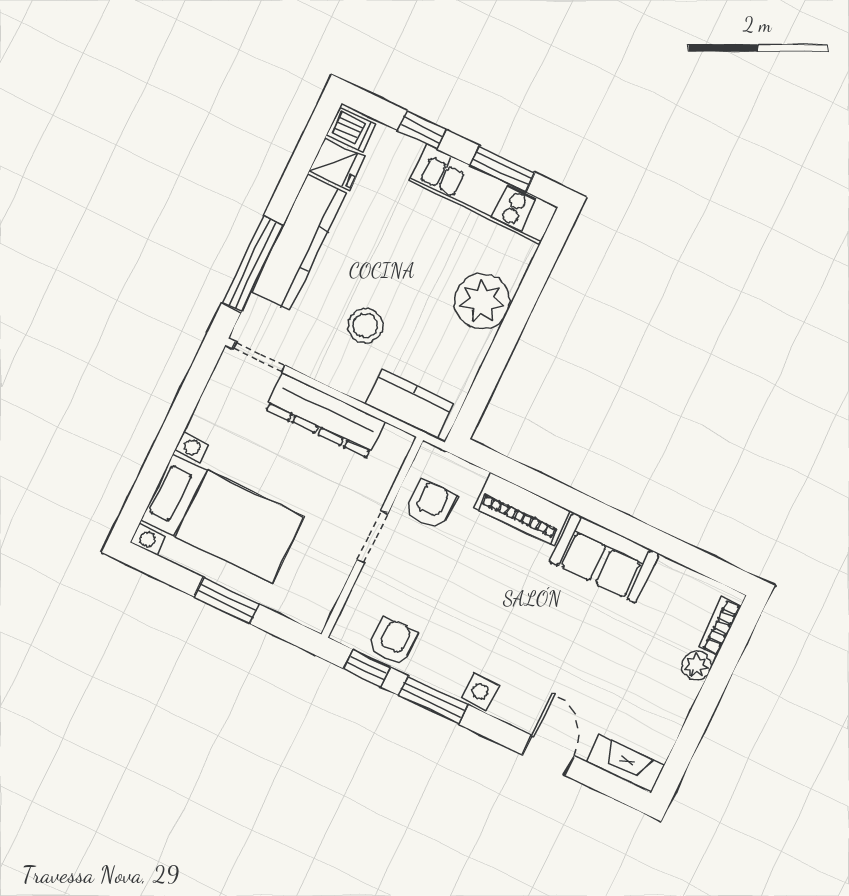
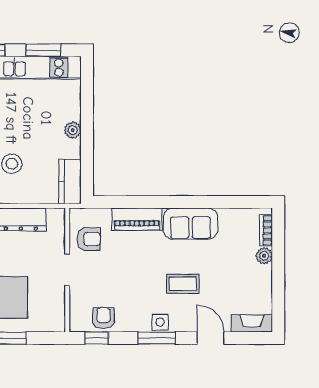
plant: (482, 301) -> (73, 130), width x0.53, depth x0.53
kitchen counter: (410, 404) -> (70, 182), moved, turned -90
armchair: (430, 504) -> (89, 239), turned 90
coffee table: (546, 648) -> (183, 284), added
window: (433, 700) -> (156, 338), moved

